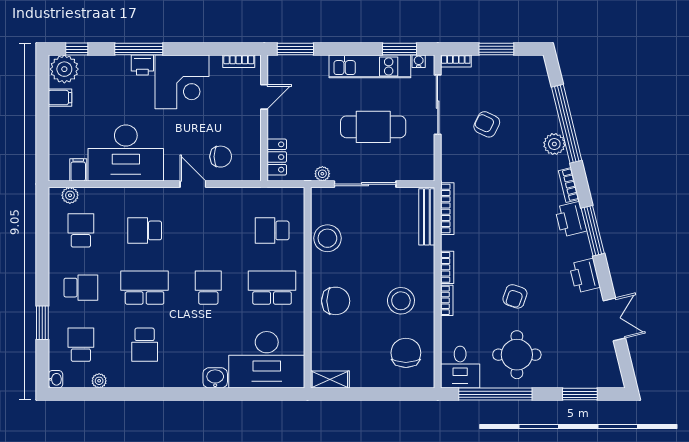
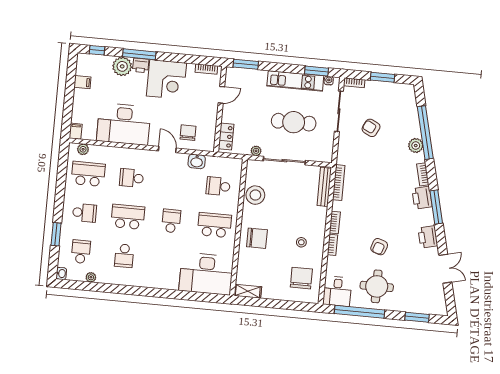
plant: (64, 69) -> (122, 66), moved
chair: (221, 157) -> (188, 133), turned -90
filing cabinet: (78, 170) -> (76, 131), moved
school desk: (81, 230) -> (88, 174), width x1.85
stool: (401, 301) -> (301, 242), width x0.53, depth x0.53
washbasin: (215, 378) -> (197, 161), moved, turned 180

